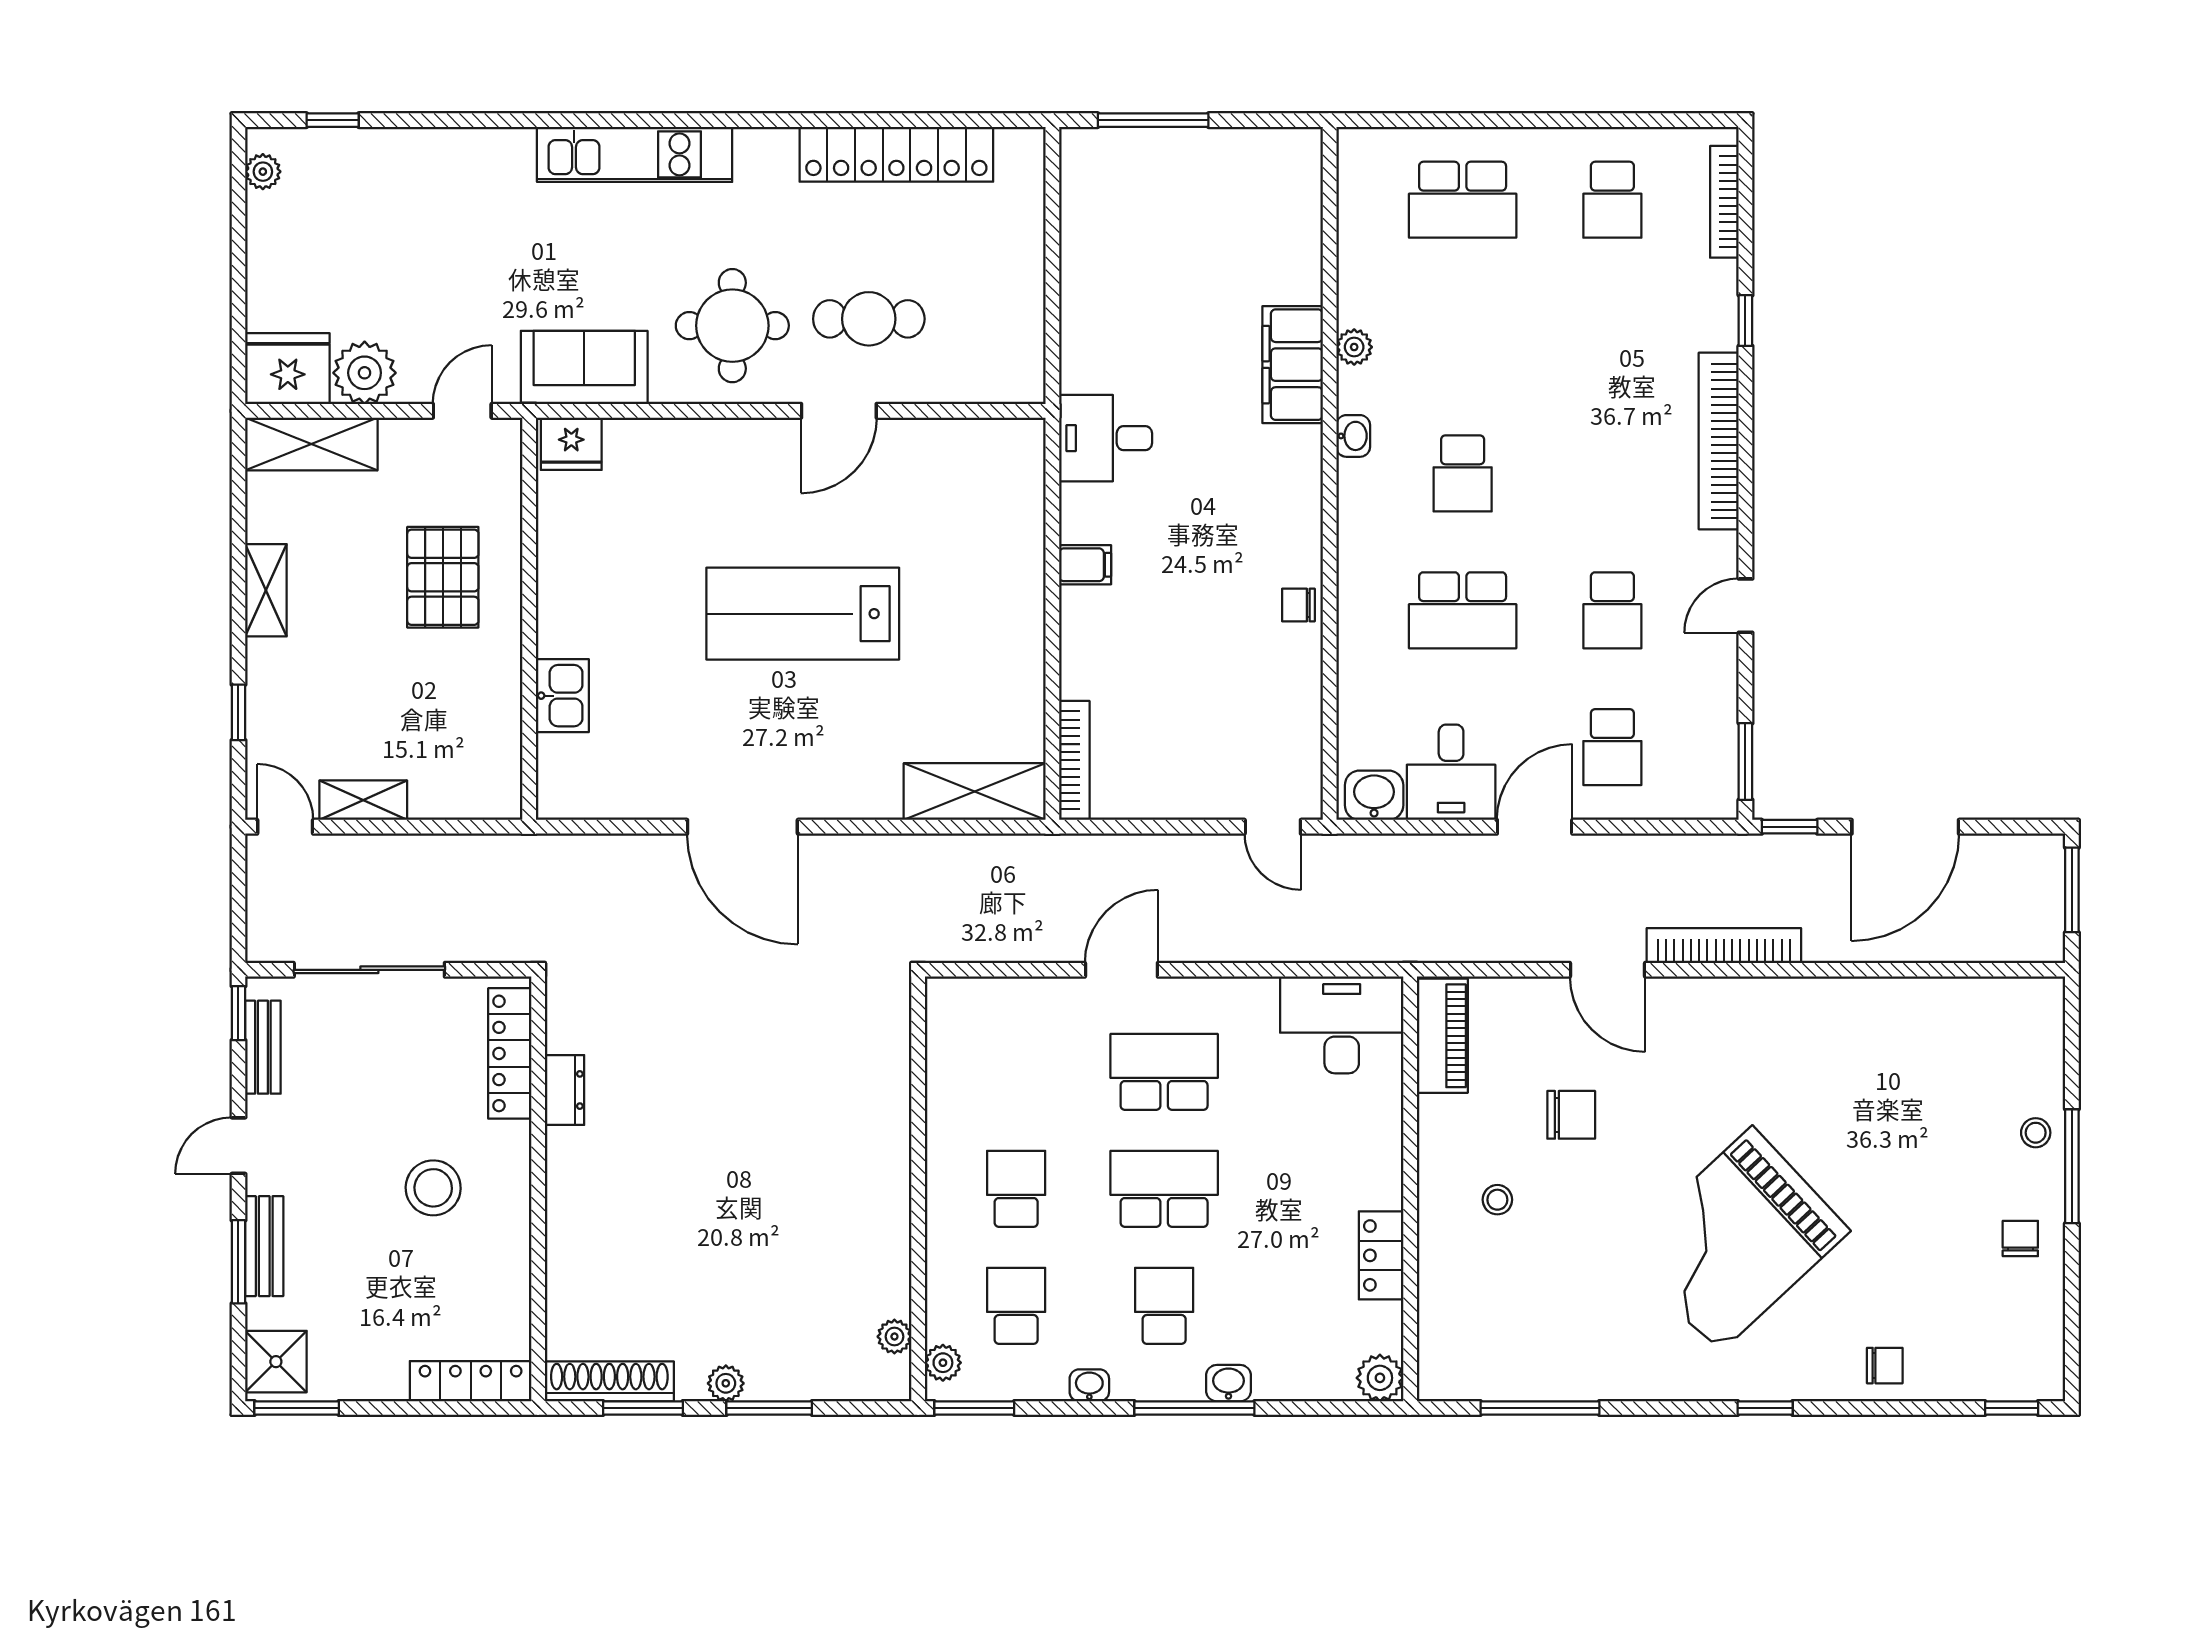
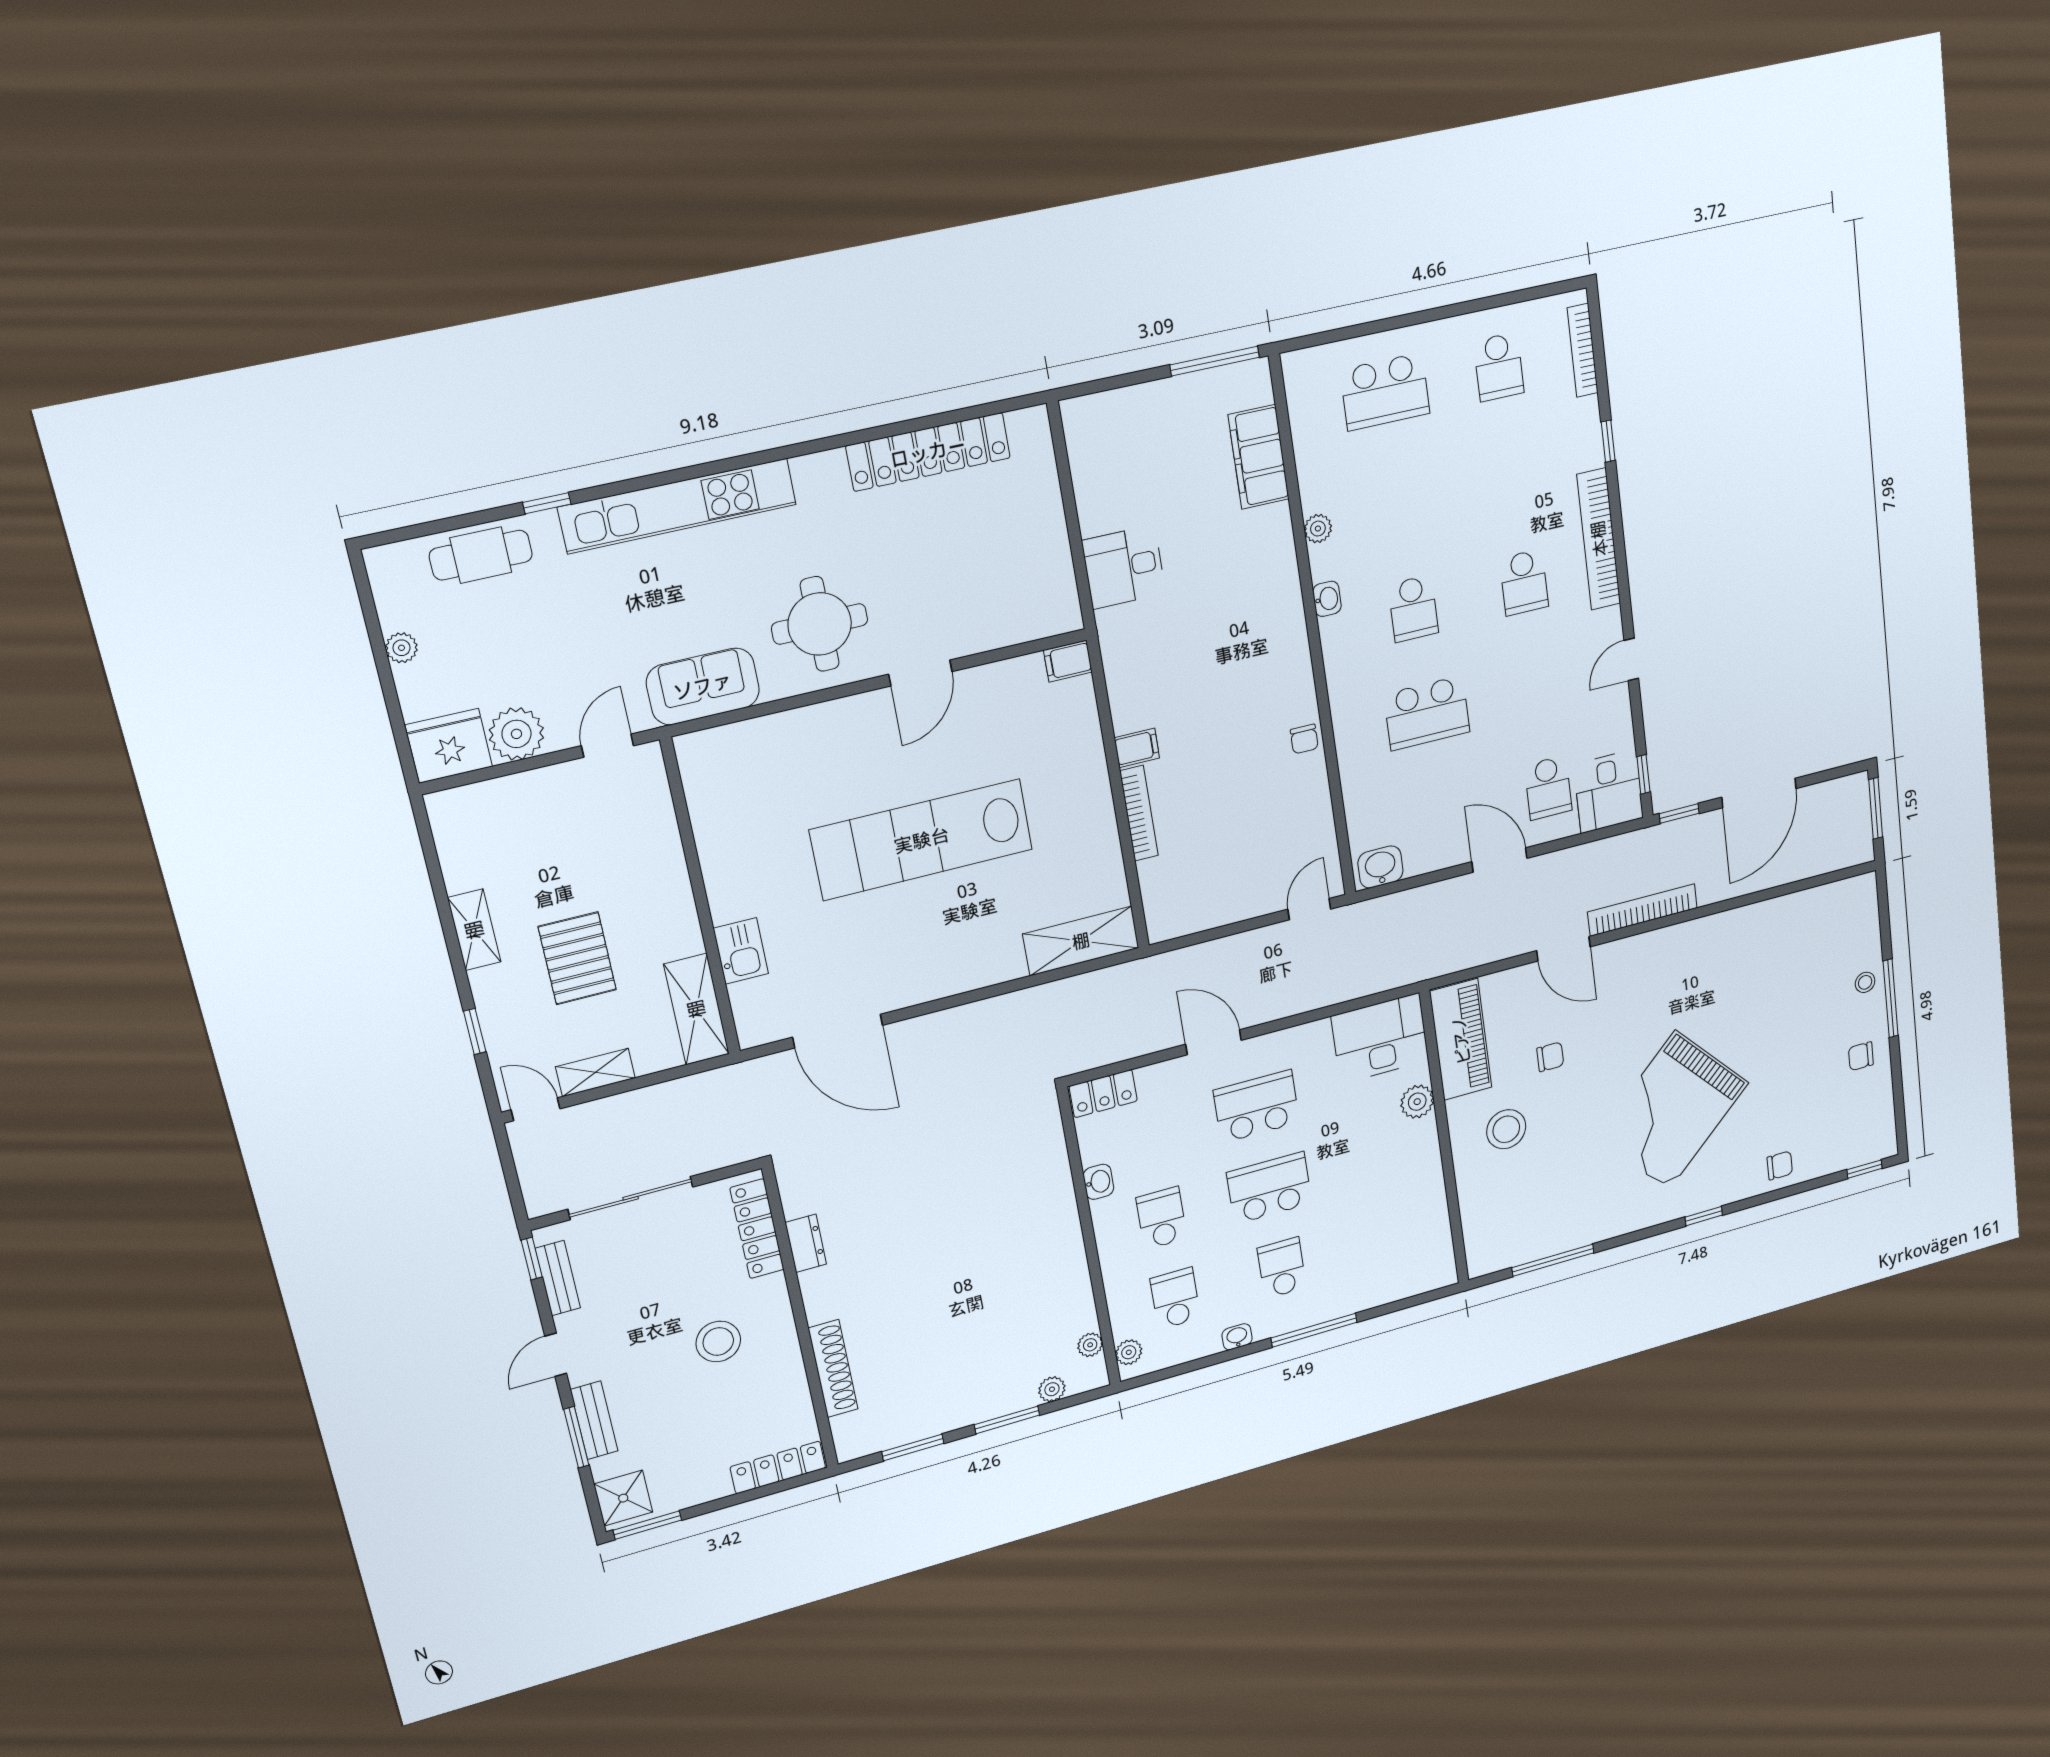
window: (333, 120) -> (547, 503), moved
window: (1153, 120) -> (1215, 361), moved
kitchen unit: (635, 154) -> (678, 506), width x1.36
plant: (263, 172) -> (402, 648), moved
cafe table: (869, 319) -> (481, 555), moved
filing cabinet: (1293, 365) -> (1259, 457), moved
filing cabinet: (1018, 438) -> (1068, 661), added
desk: (1106, 438) -> (1124, 567), moved
shelving: (311, 444) -> (696, 1009), moved, turned 90
fridge: (571, 444) -> (705, 751), removed
pallet: (443, 577) -> (577, 958), moved
chair: (1298, 605) -> (1304, 739), turned -90
school desk: (1612, 610) -> (1524, 582), moved
lab bench: (803, 614) -> (922, 840), width x1.36
bookcase: (1074, 760) -> (1139, 813), moved
window: (1745, 762) -> (1643, 774), width x0.67
desk: (1451, 772) -> (1608, 791), moved
door: (742, 827) -> (838, 1031), moved
door: (1273, 827) -> (1309, 909), swing flipped
door: (1535, 827) -> (1500, 860), hinge flipped
door: (1121, 970) -> (1213, 1042), hinge flipped
piano: (1442, 1036) -> (1461, 1040), width x1.37, depth x1.33
chair: (1571, 1115) -> (1550, 1057), width x0.73, depth x0.73
stool: (1497, 1200) -> (1506, 1129), width x1.89, depth x1.89
chair: (2020, 1239) -> (1861, 1056), turned -90
locker: (1381, 1255) -> (1103, 1094), moved, turned -90
plant: (1380, 1378) -> (1417, 1102), moved
shoe rack: (609, 1381) -> (833, 1369), moved, turned 90
plant: (726, 1383) -> (1052, 1389), moved
washbasin: (1229, 1383) -> (1098, 1182), moved, turned 90
window: (974, 1408) -> (1157, 1376), removed

